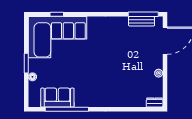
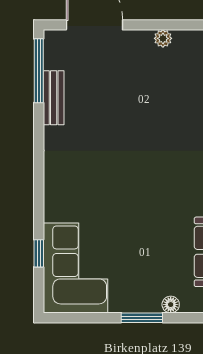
bench: (142, 21) -> (54, 98), moved
corner sofa: (58, 37) -> (75, 268), width x0.73, depth x0.74

